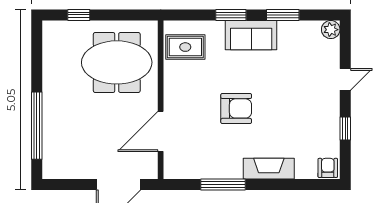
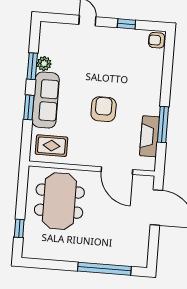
plant: (331, 30) -> (44, 64), moved
sofa: (251, 35) -> (46, 100), width x1.36
rug: (185, 47) -> (51, 146), turned 90
fireplace: (269, 169) -> (149, 136), moved

